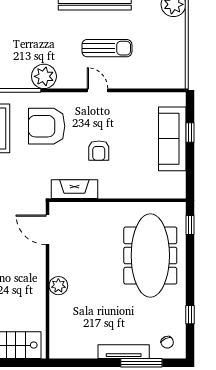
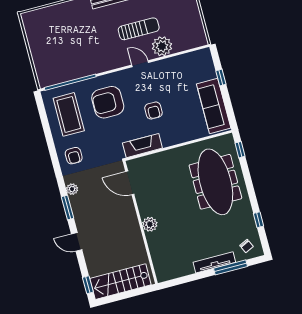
plant: (44, 76) -> (162, 46), moved
sofa: (172, 139) -> (214, 106), moved

